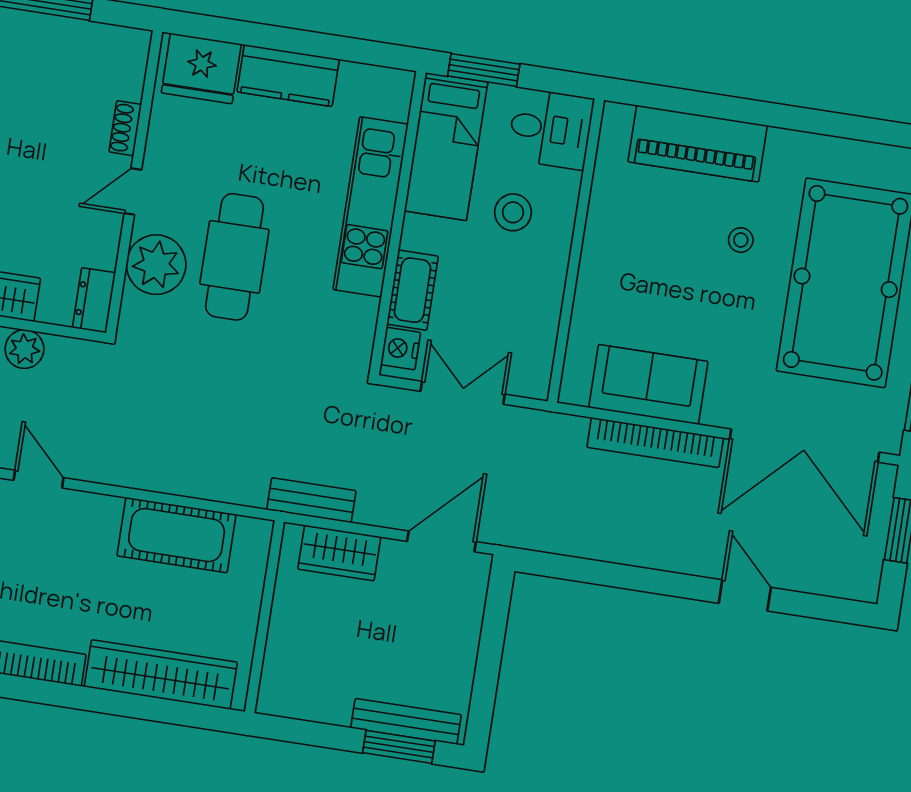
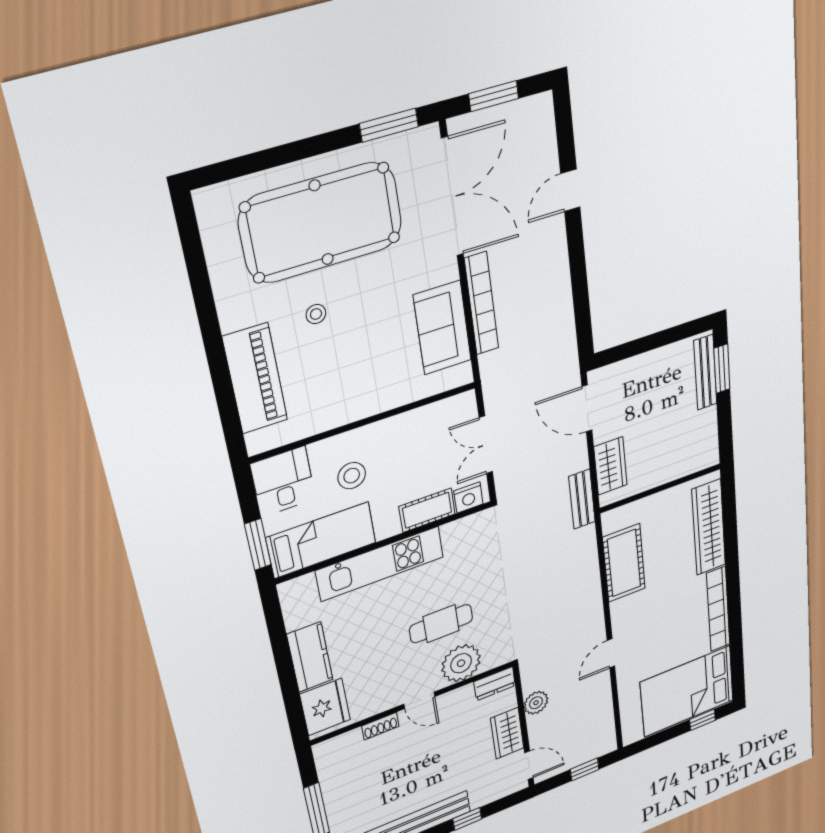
cafe table: (234, 257) -> (441, 624), width x0.73, depth x0.74

